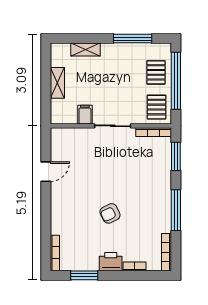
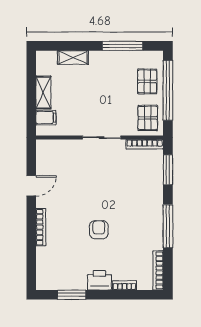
filing cabinet: (85, 115) -> (46, 118), moved, turned 90
armchair: (110, 213) -> (99, 230), turned 116
bookcase: (55, 253) -> (41, 227), moved

